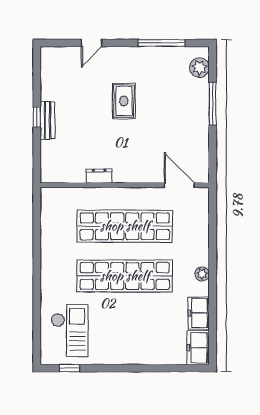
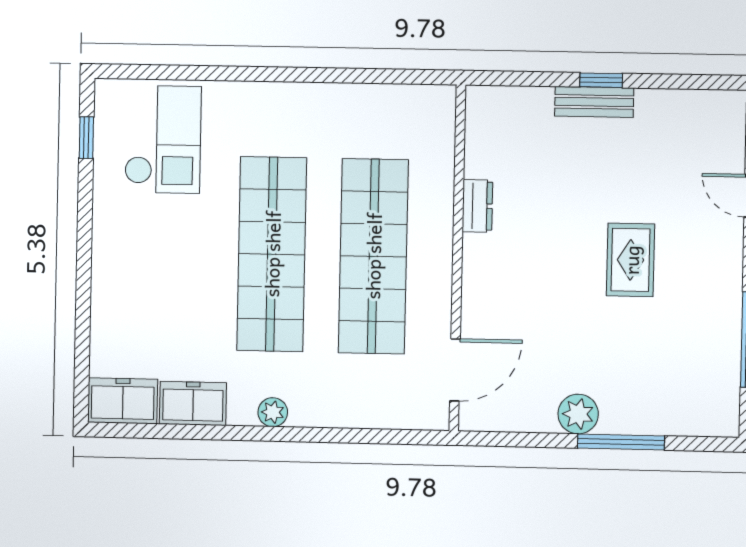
plant: (199, 68) -> (578, 414), moved
rug: (124, 101) -> (631, 260), turned 90
checkout: (70, 330) -> (163, 139), turned -90

